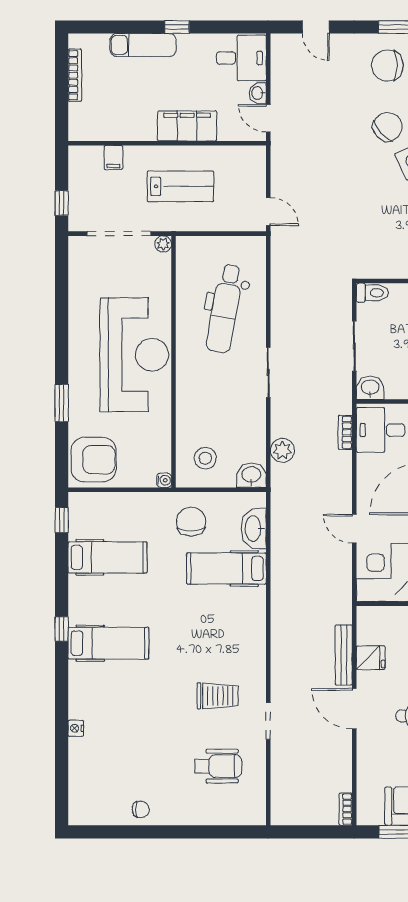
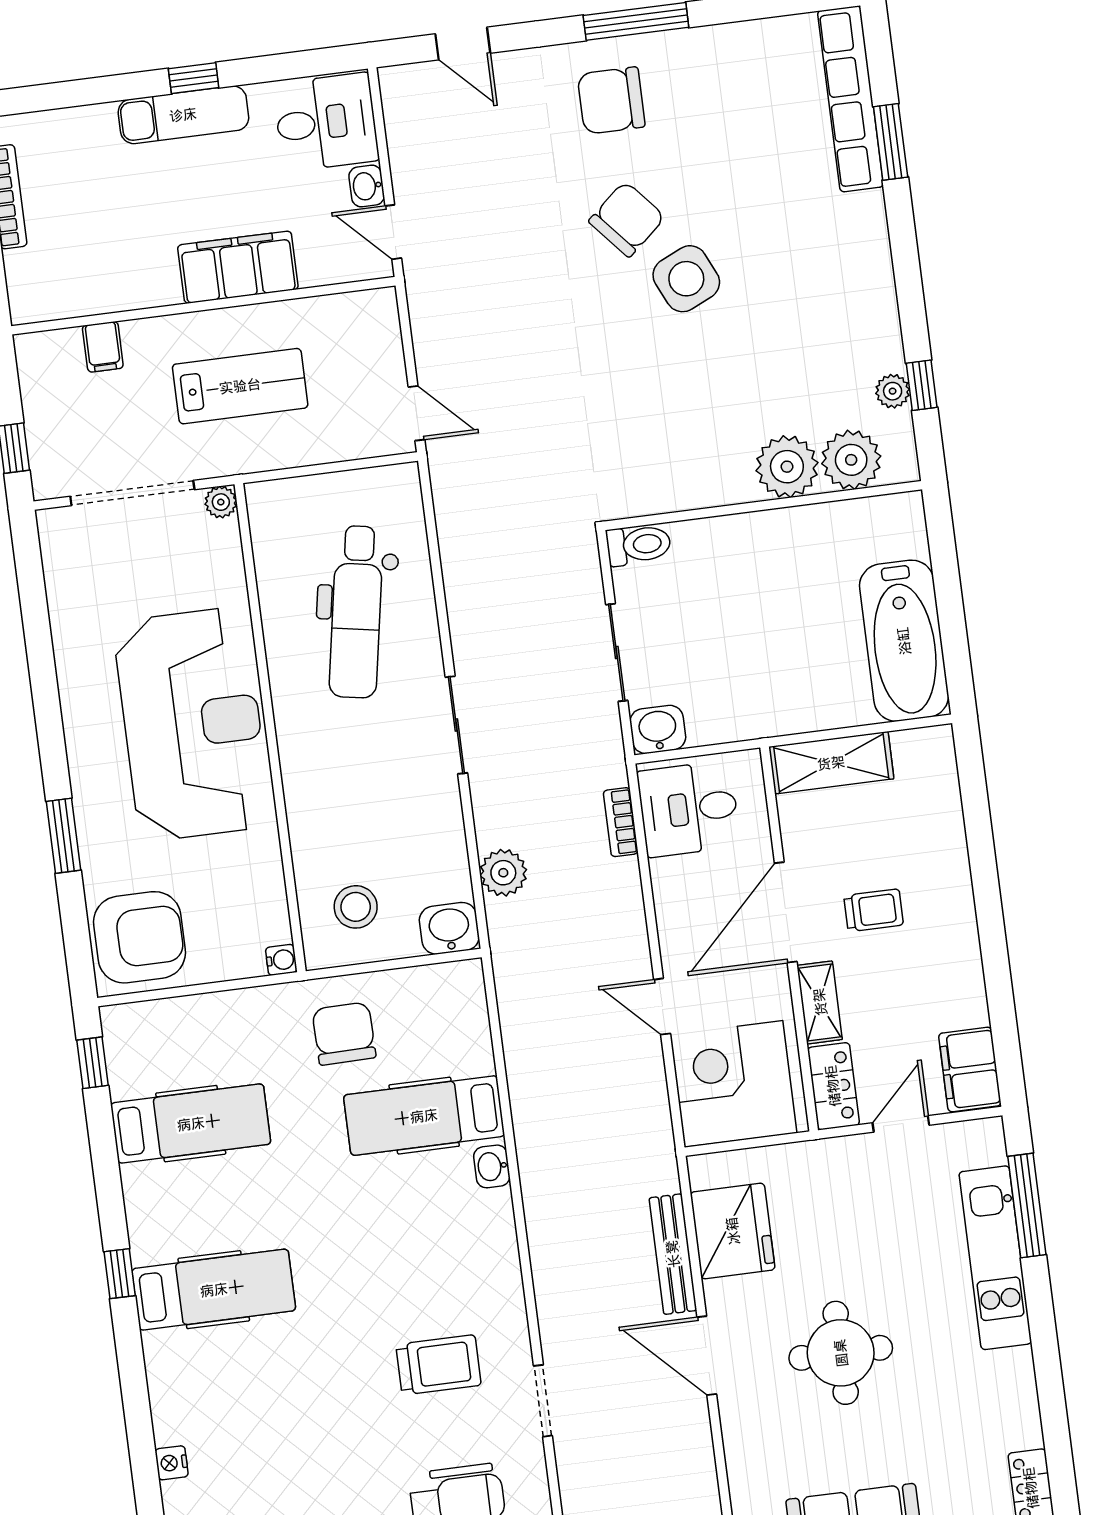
exam couch: (143, 45) -> (183, 115), moved
washbasin: (254, 529) -> (492, 1166), moved, width x0.52, depth x0.69
fridge: (371, 658) -> (733, 1231), width x1.88, depth x1.34

